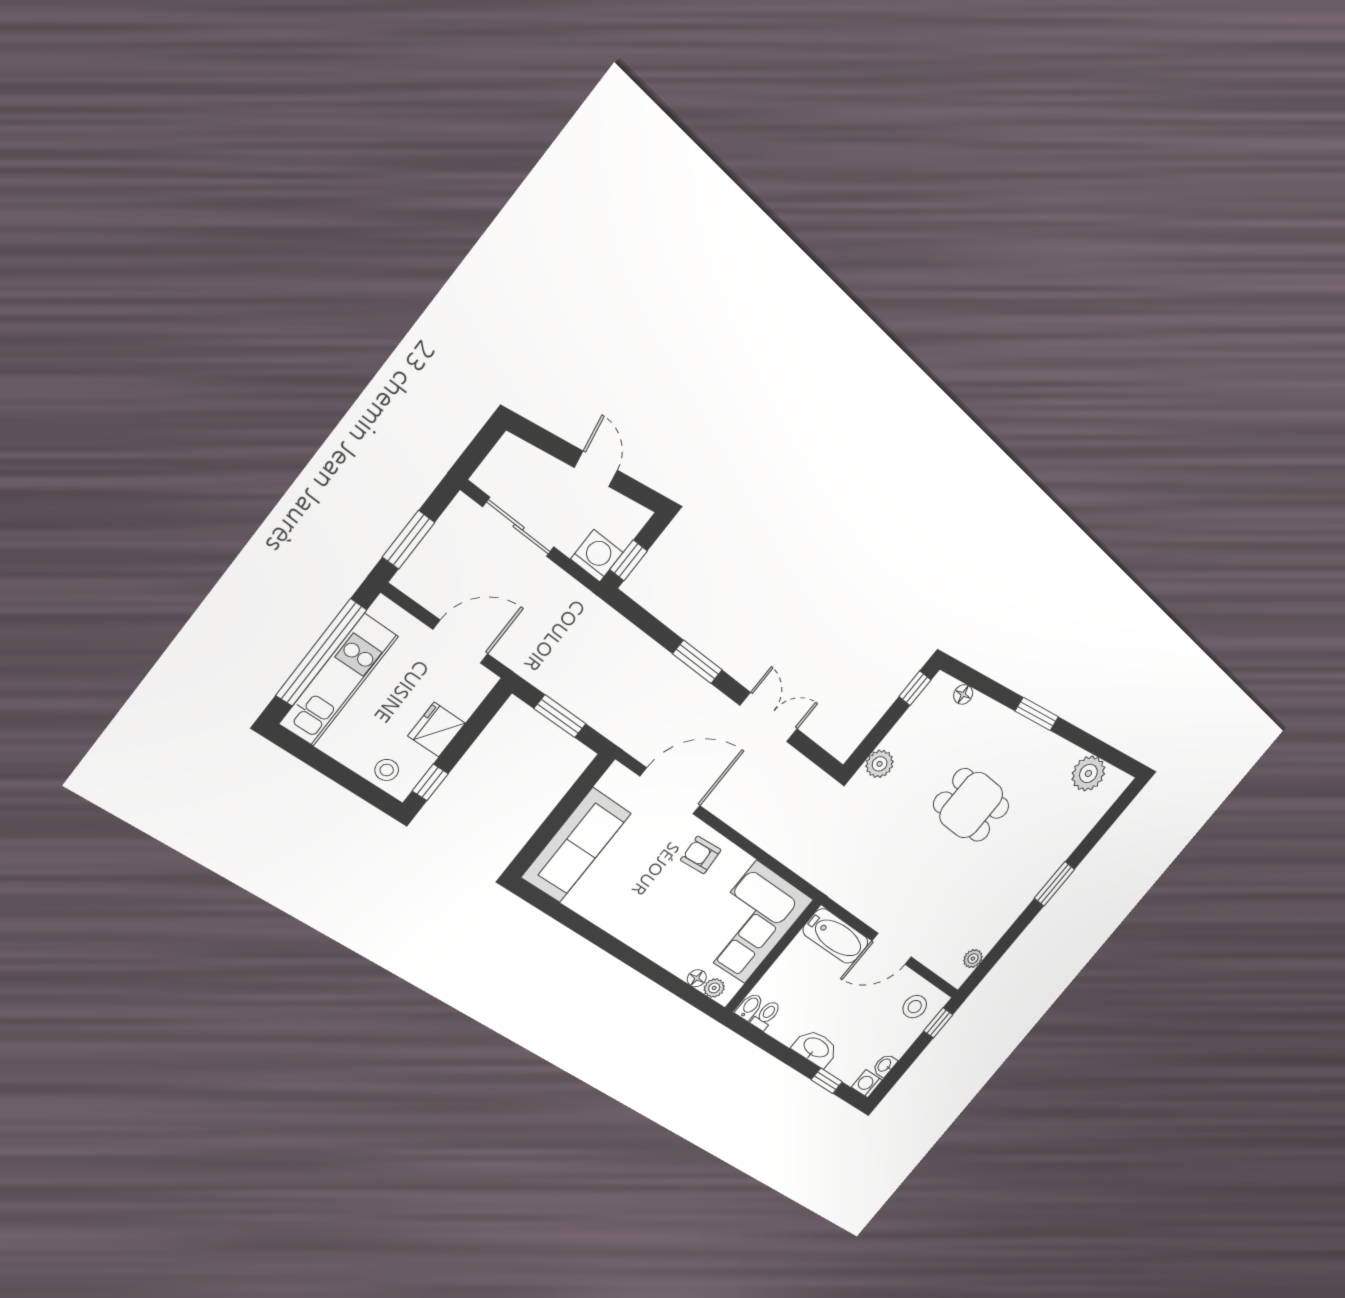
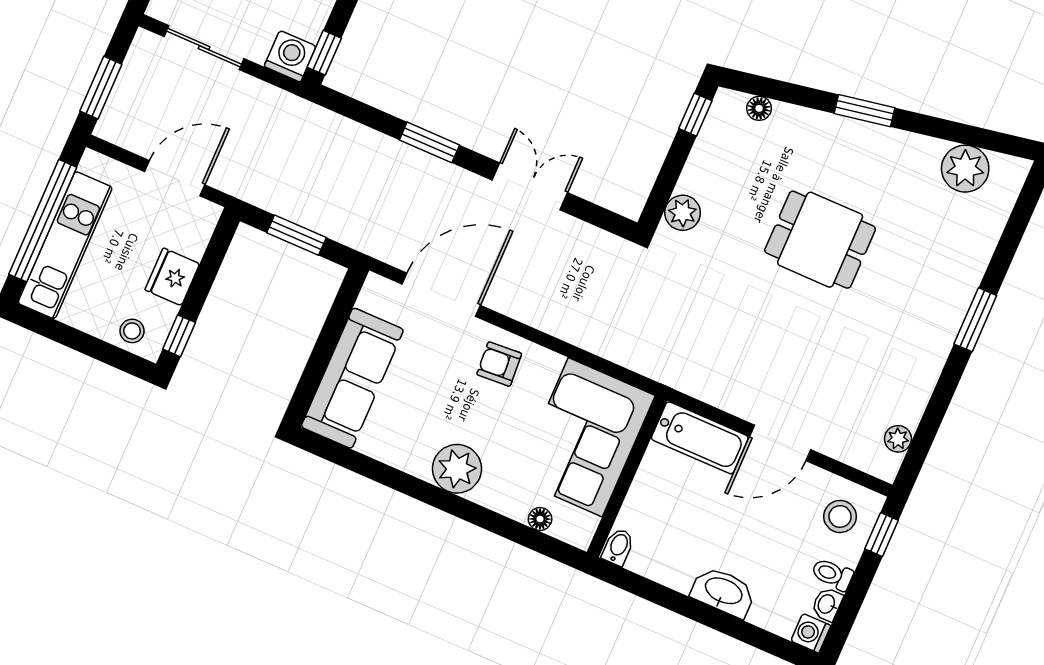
plant: (714, 988) -> (457, 469), moved, width x1.88, depth x1.88
toilet: (766, 1015) -> (832, 574), moved, turned -90
window: (827, 1081) -> (753, 636), removed

